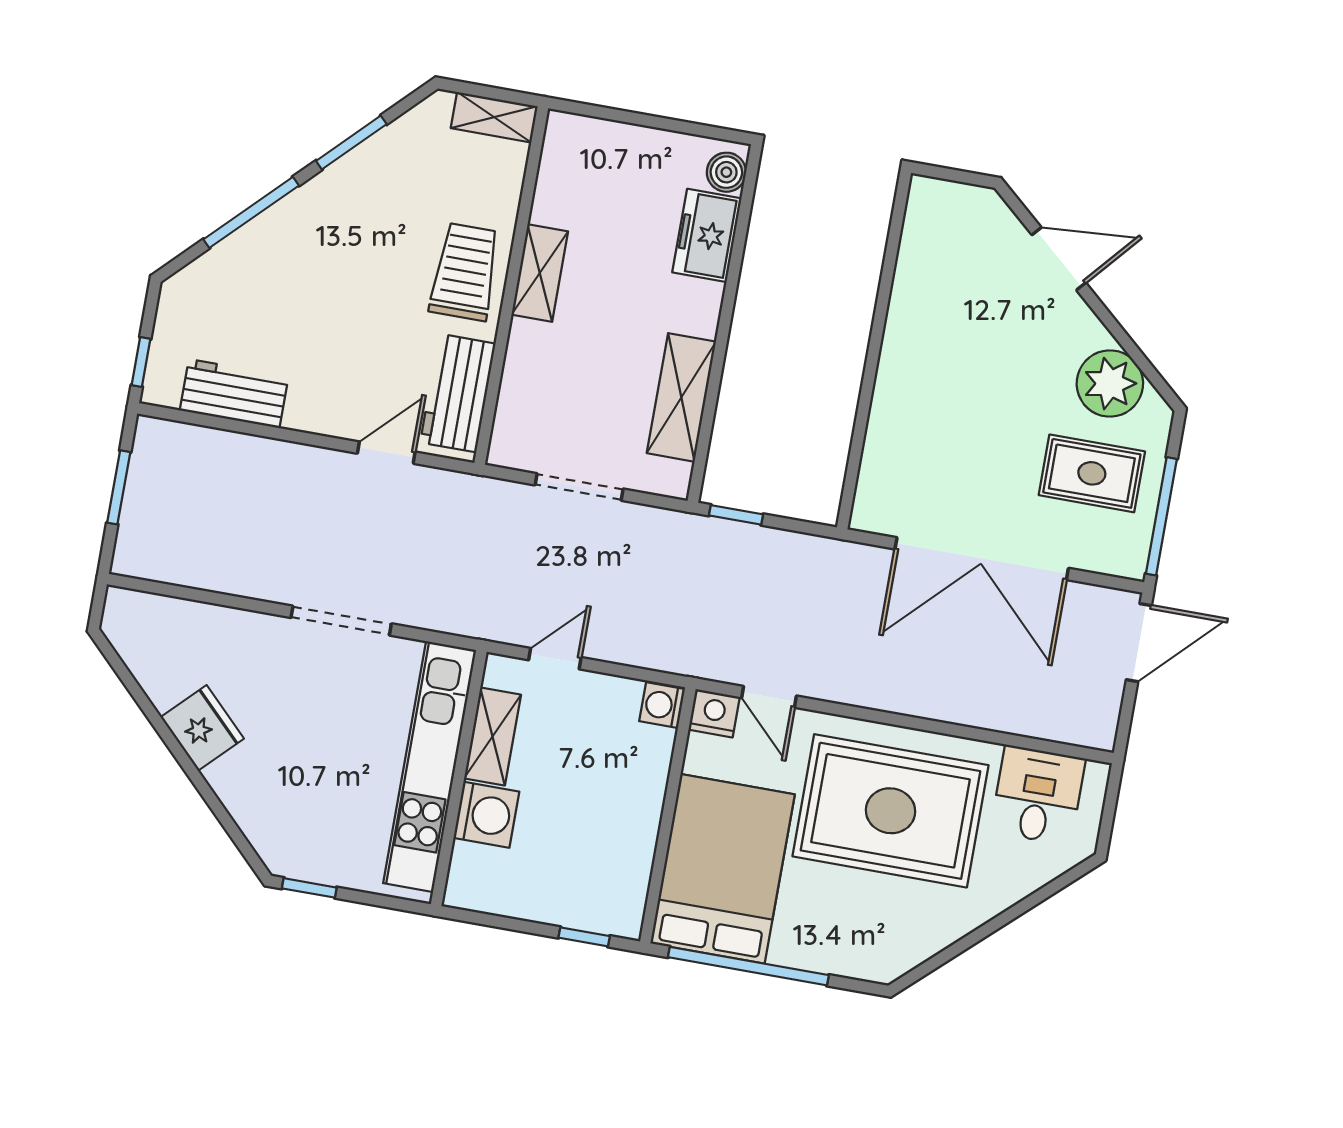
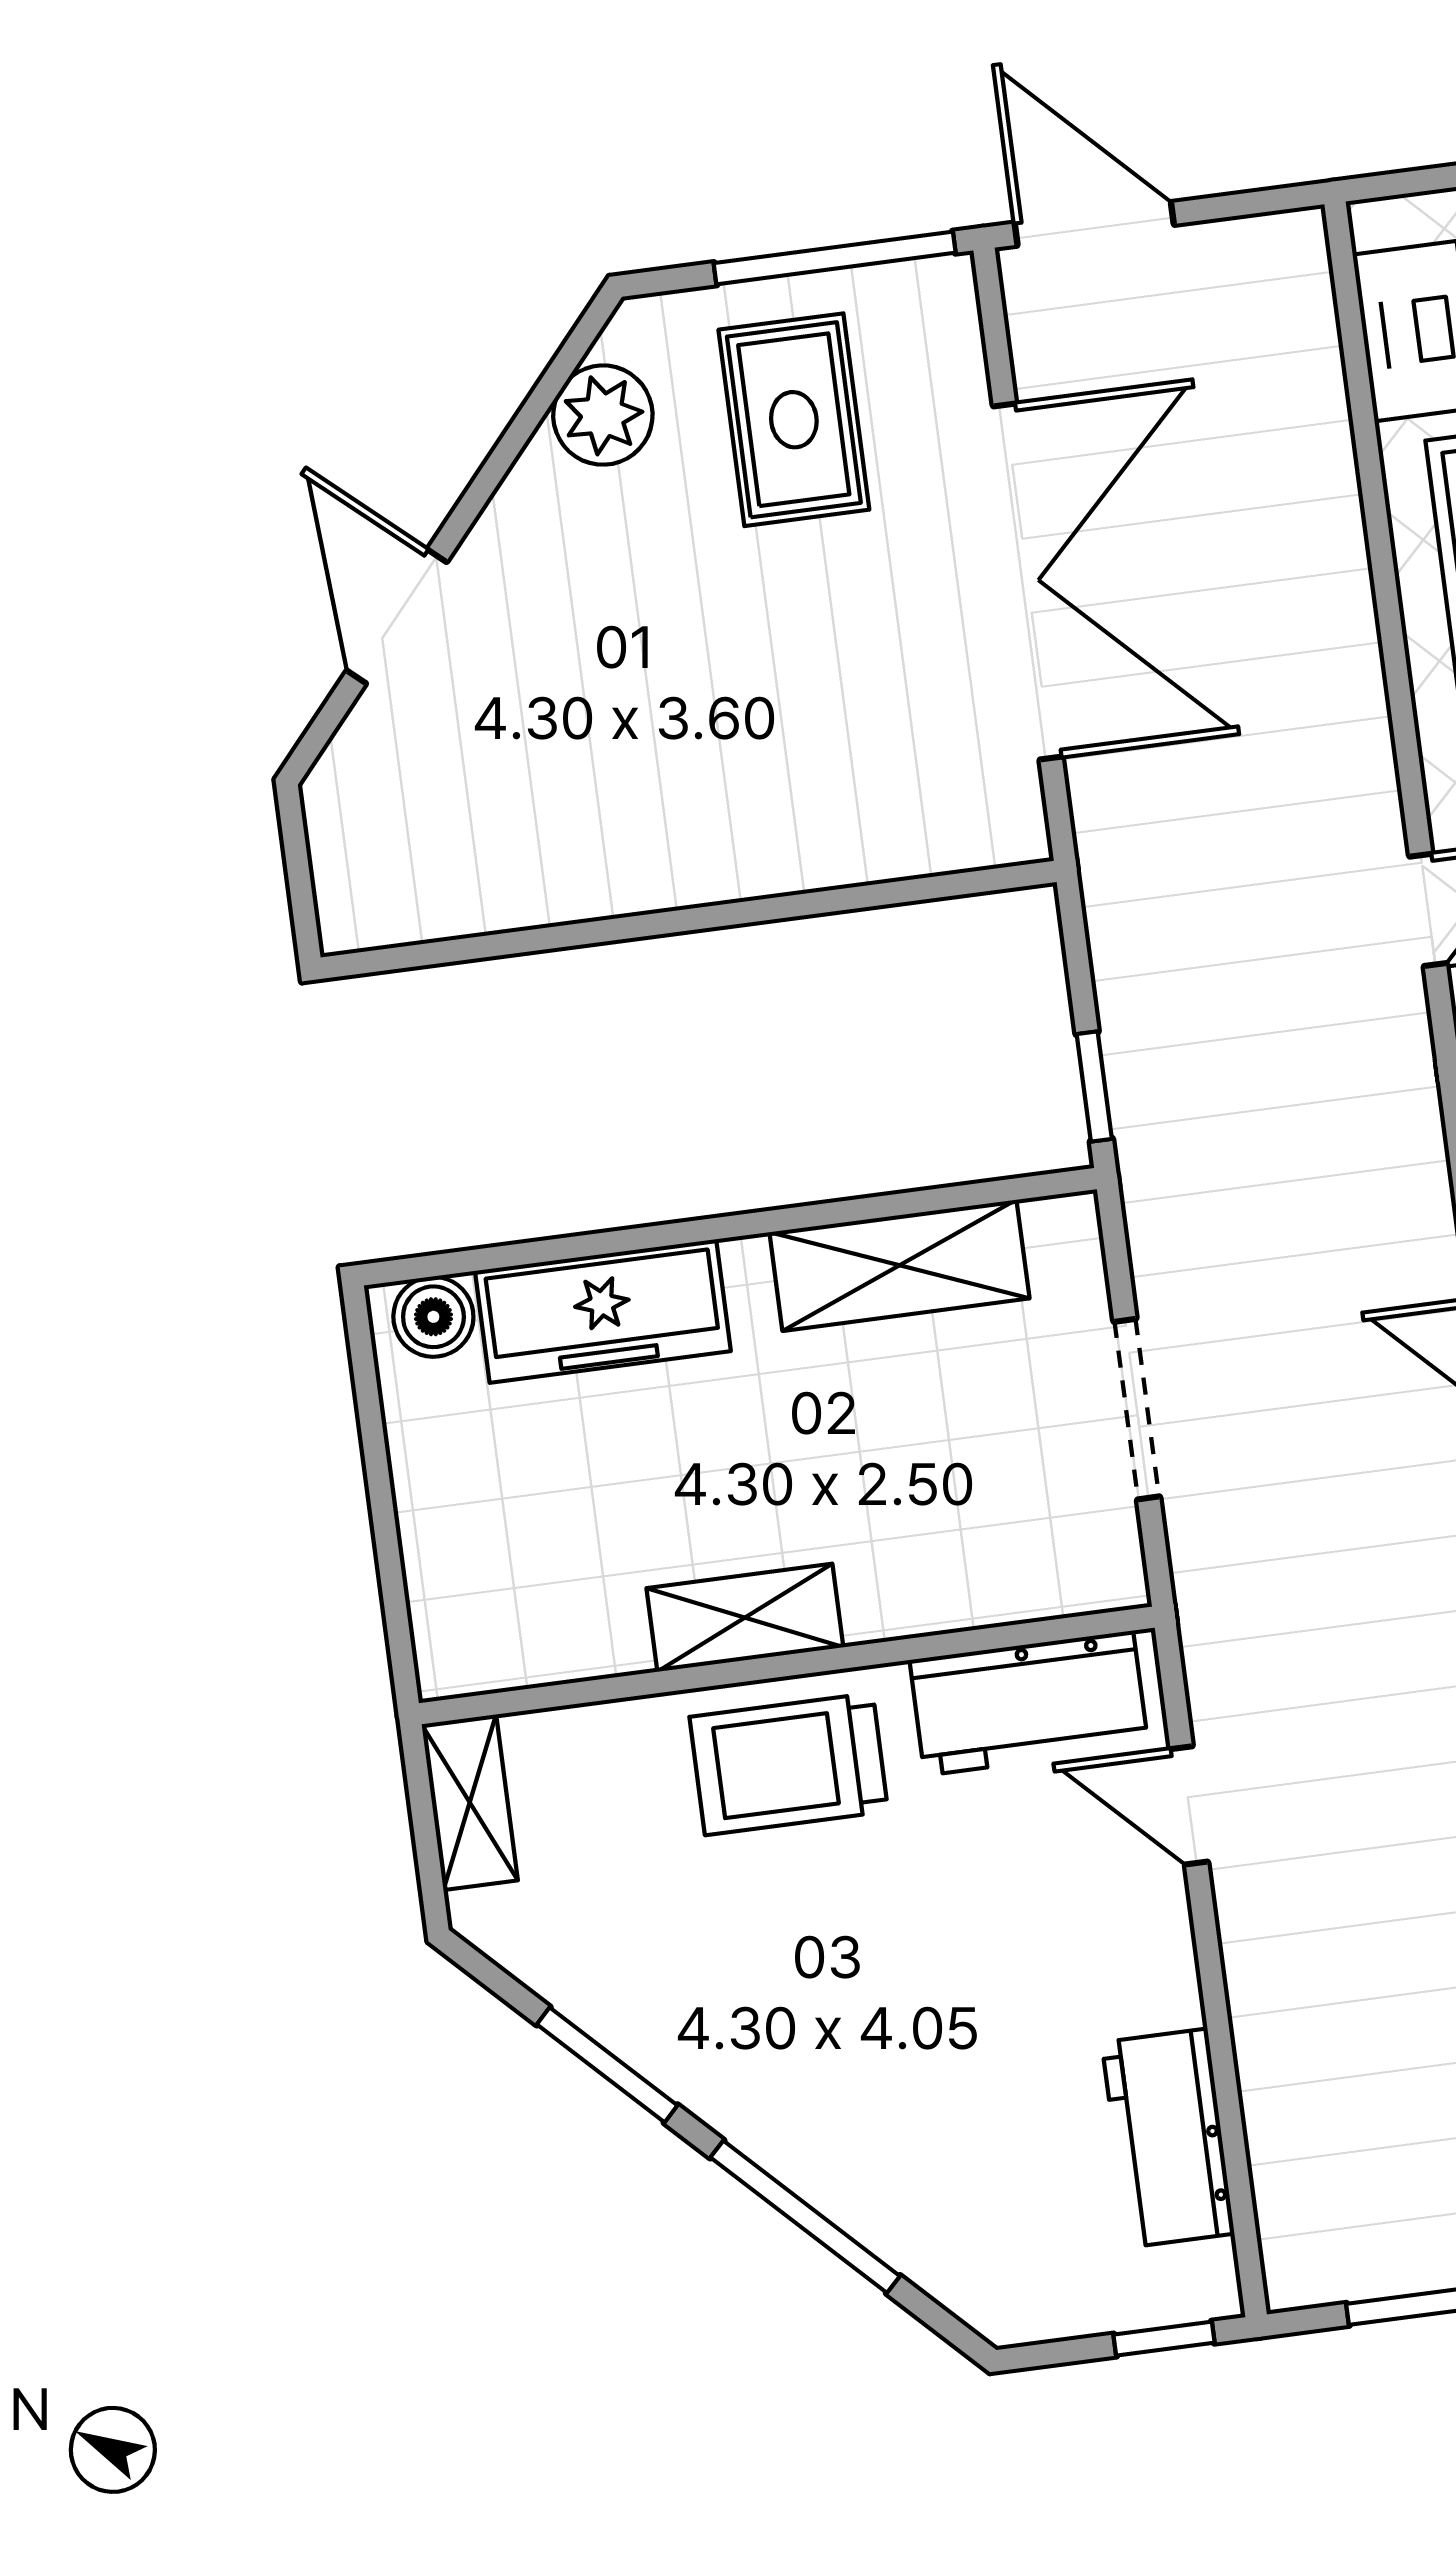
freezer: (707, 235) -> (603, 1311), width x1.40
plant: (1110, 383) -> (603, 415), width x0.73, depth x0.73

